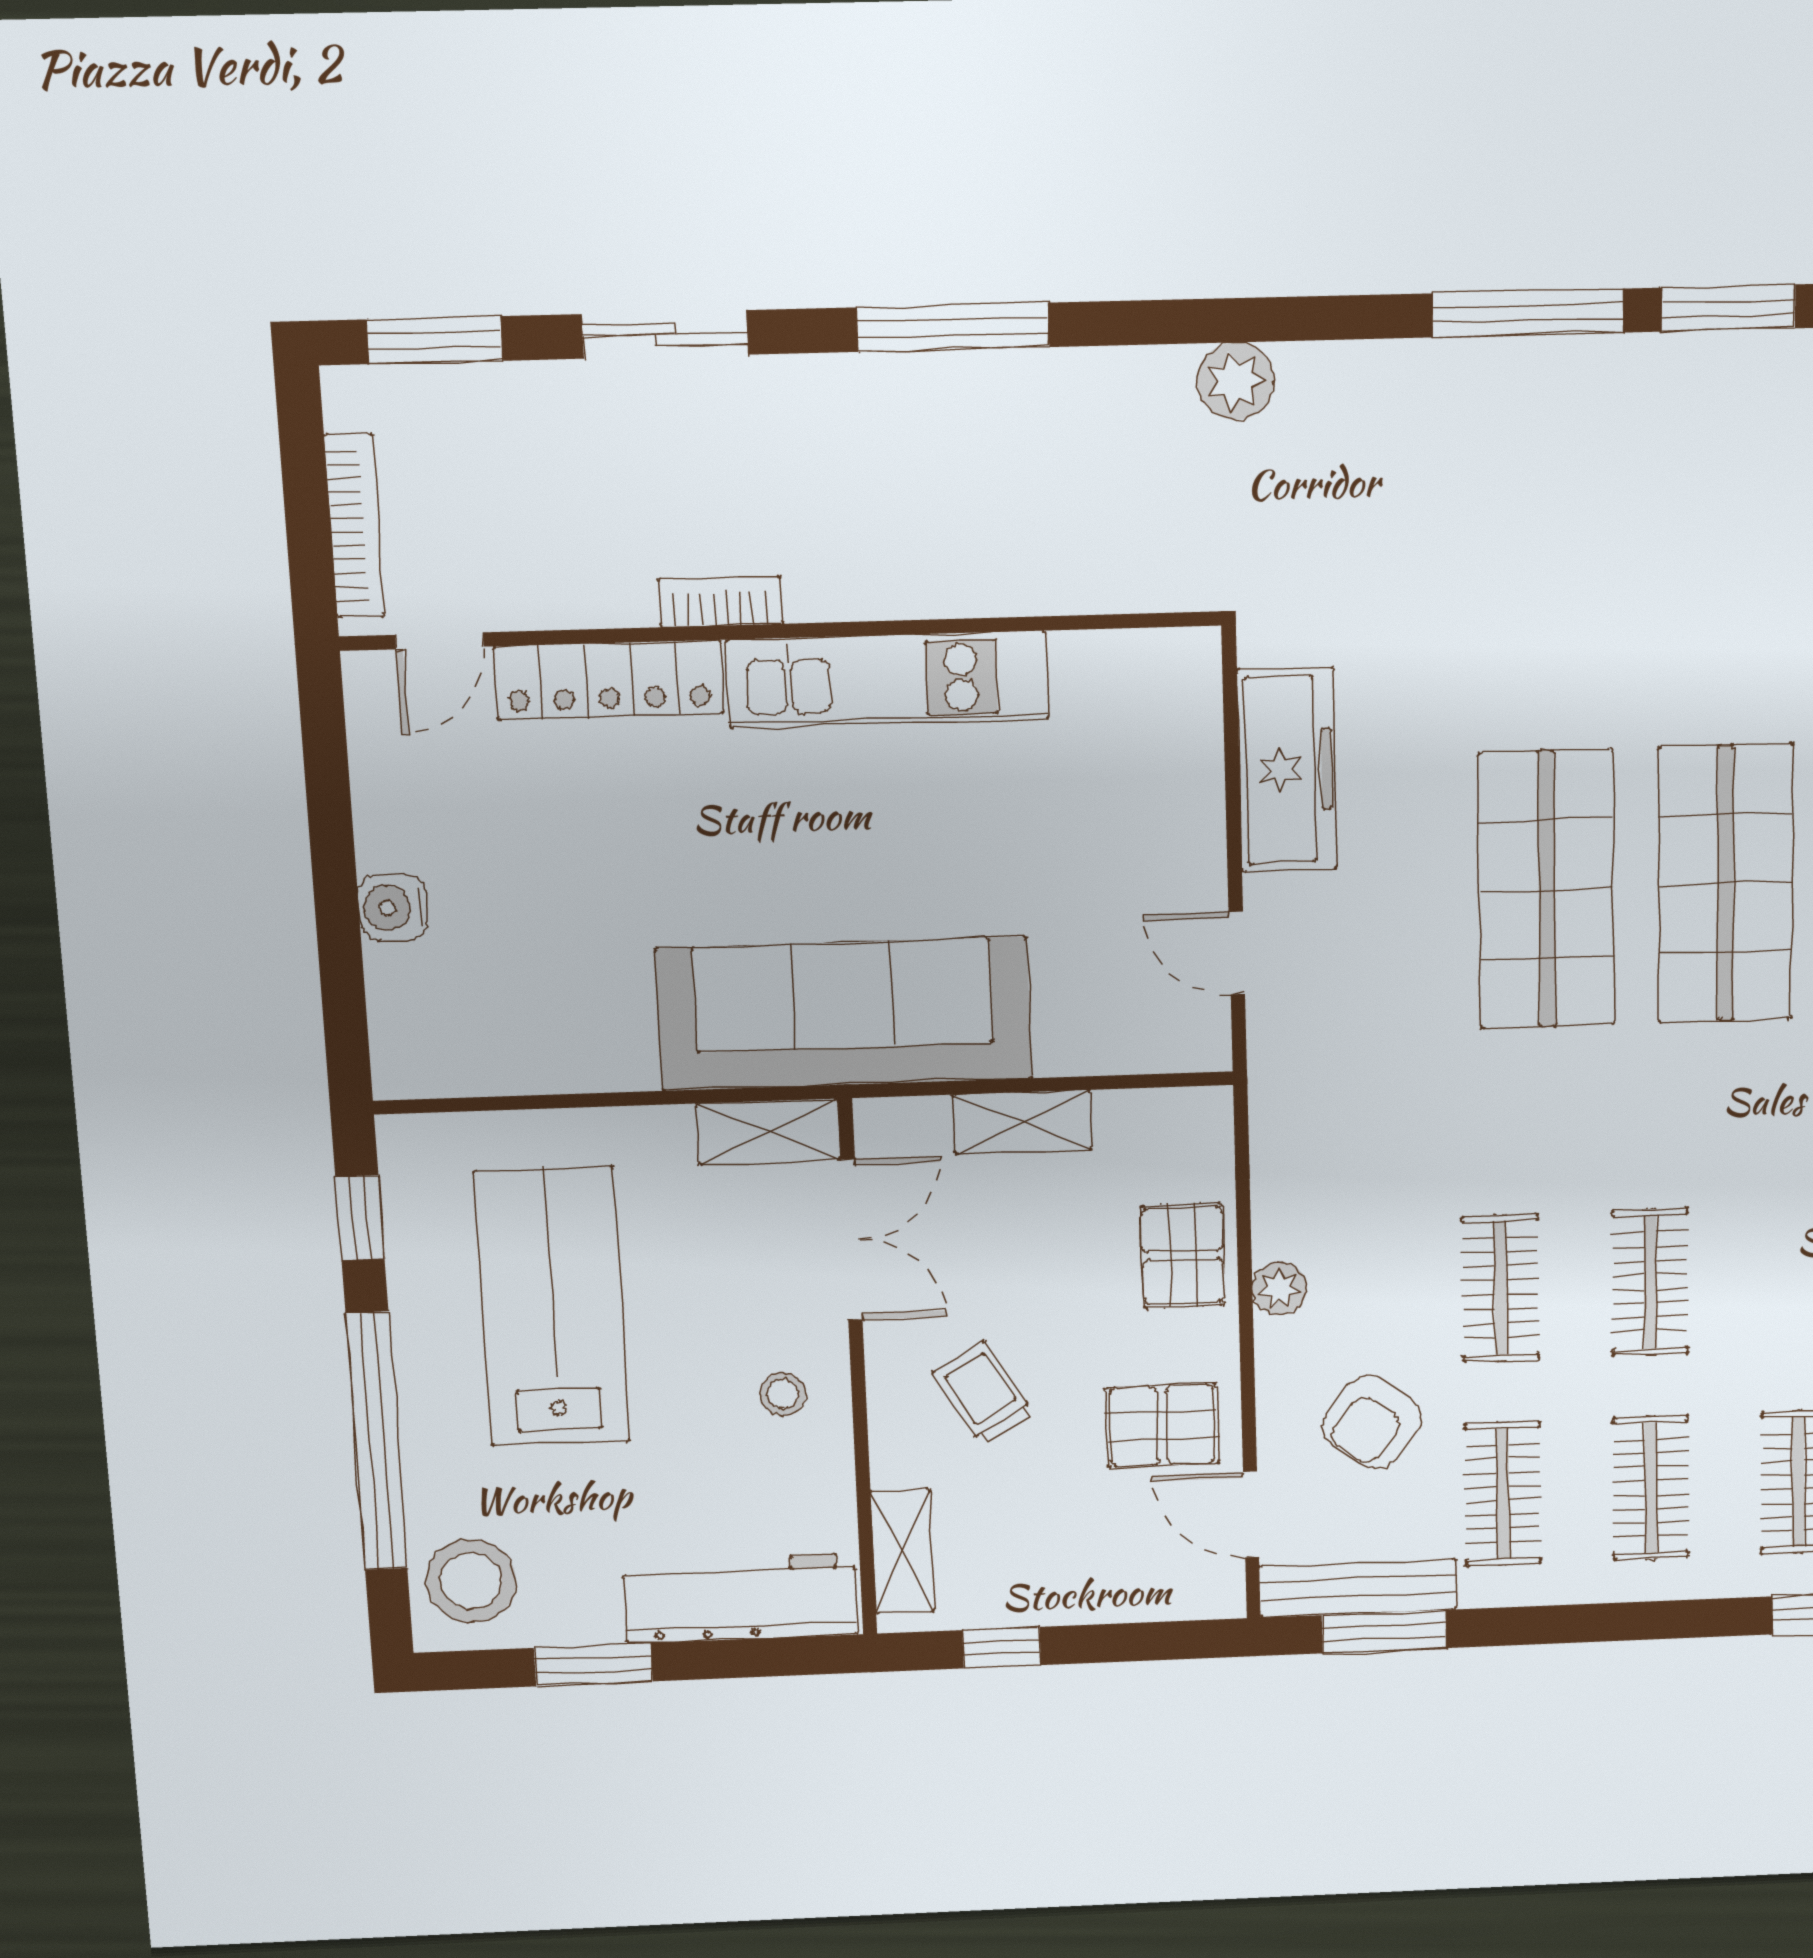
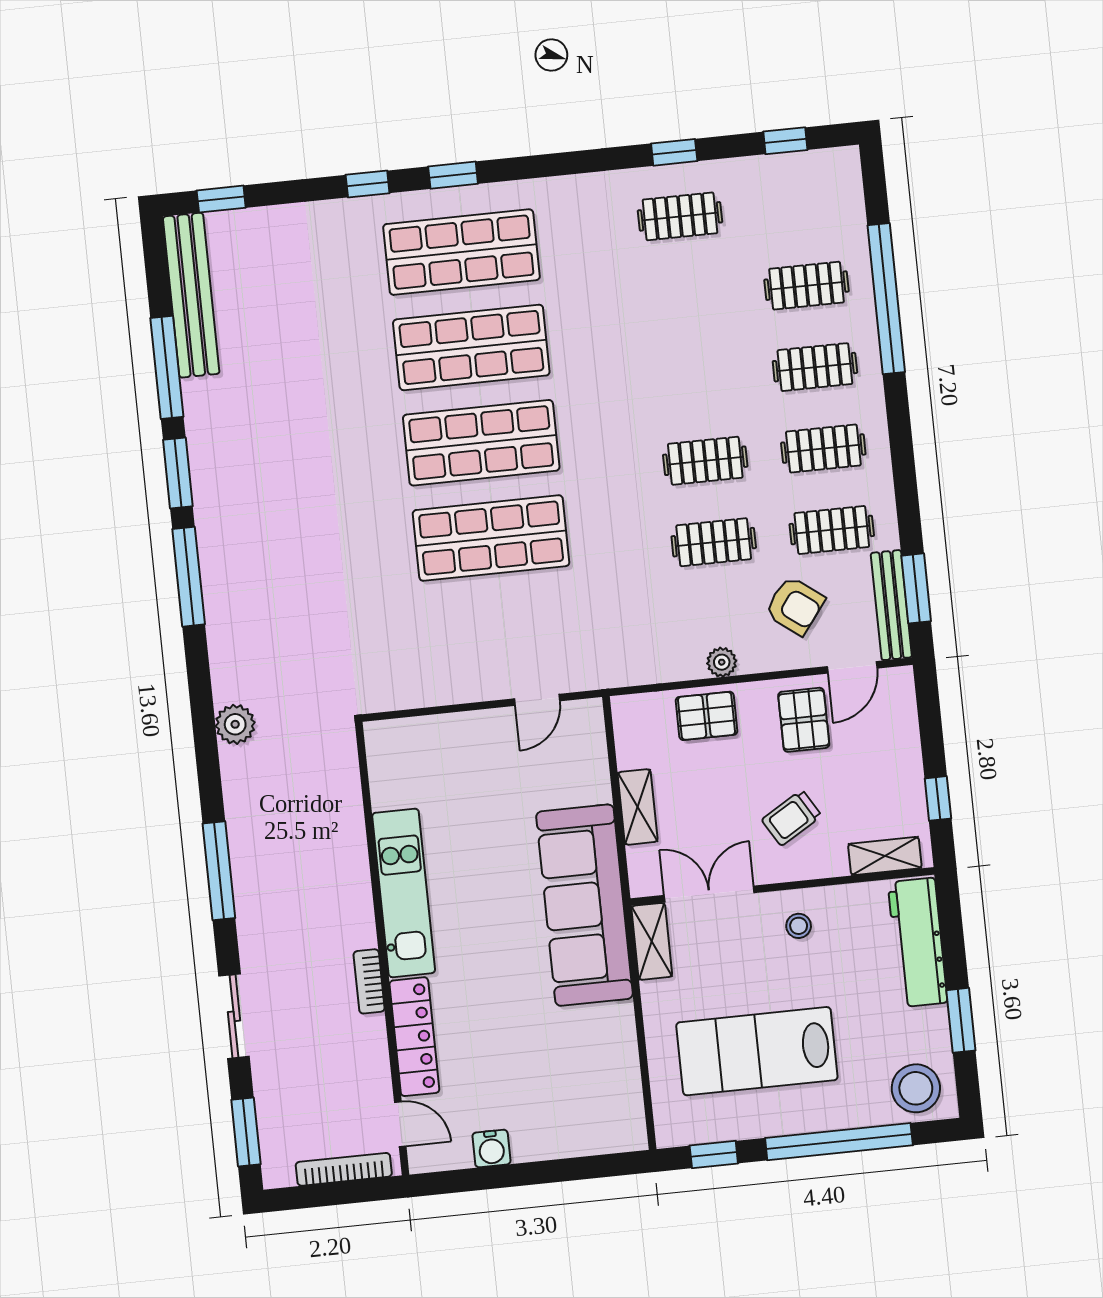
freezer: (1287, 770) -> (436, 681), removed
water cooler: (393, 908) -> (491, 1149), moved

